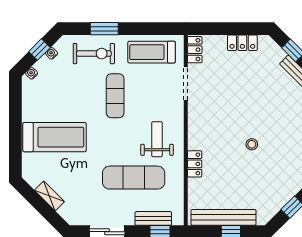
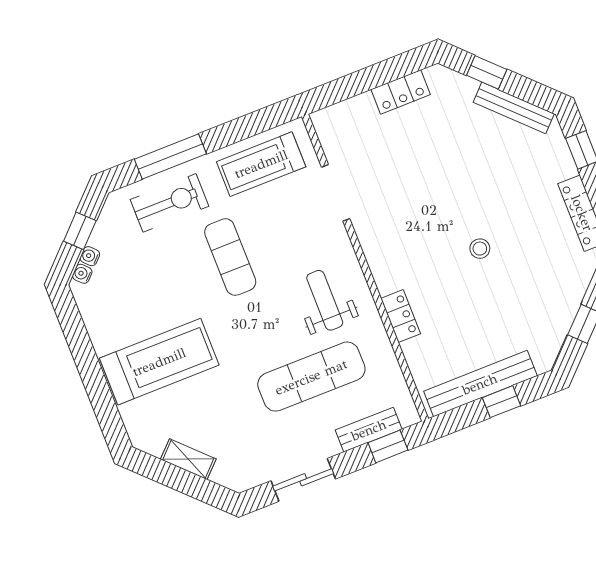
window: (104, 29) -> (170, 157), width x1.44
locker: (195, 50) -> (329, 133), removed
water cooler: (52, 53) -> (90, 256), moved

